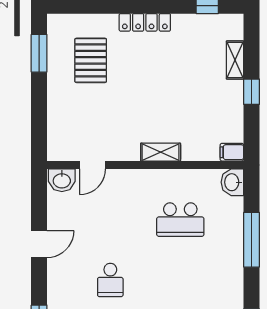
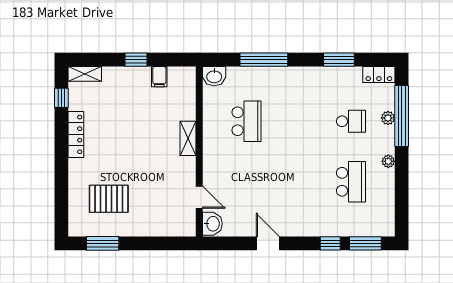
locker: (145, 22) -> (76, 134), moved
shelving: (235, 60) -> (85, 74), moved
filing cabinet: (232, 152) -> (159, 77), moved
school desk: (110, 280) -> (299, 182), removed

